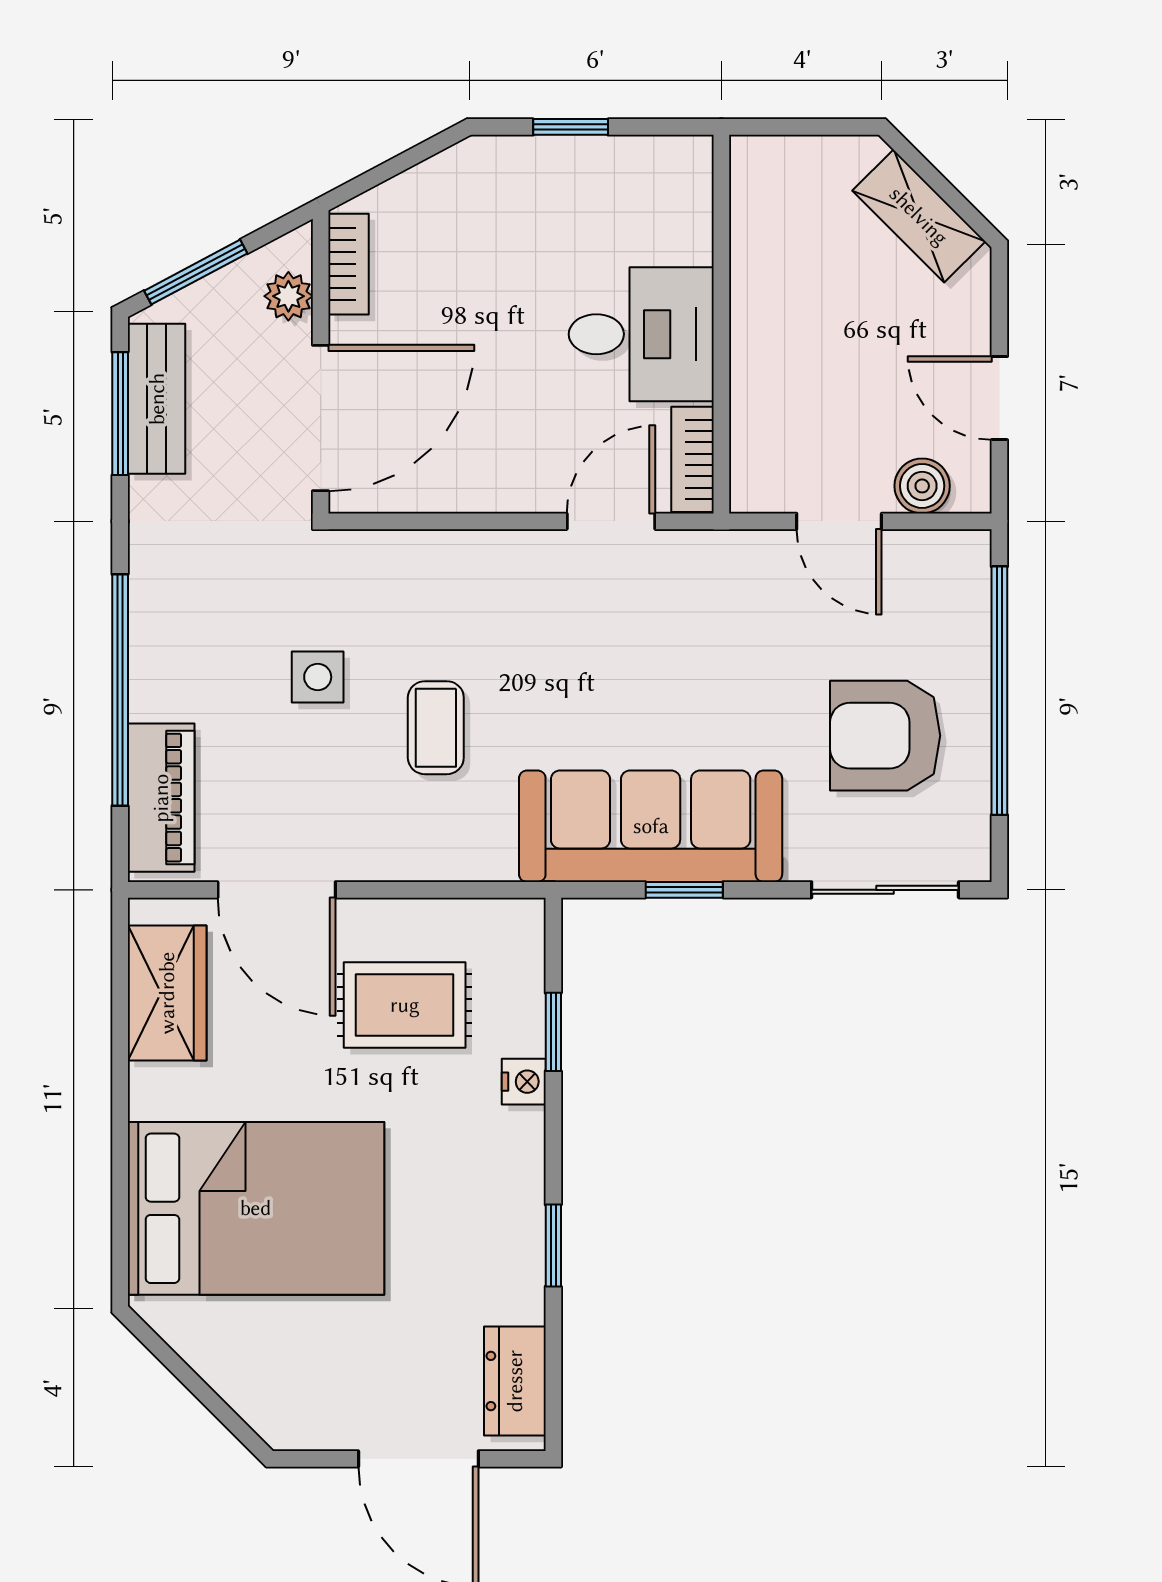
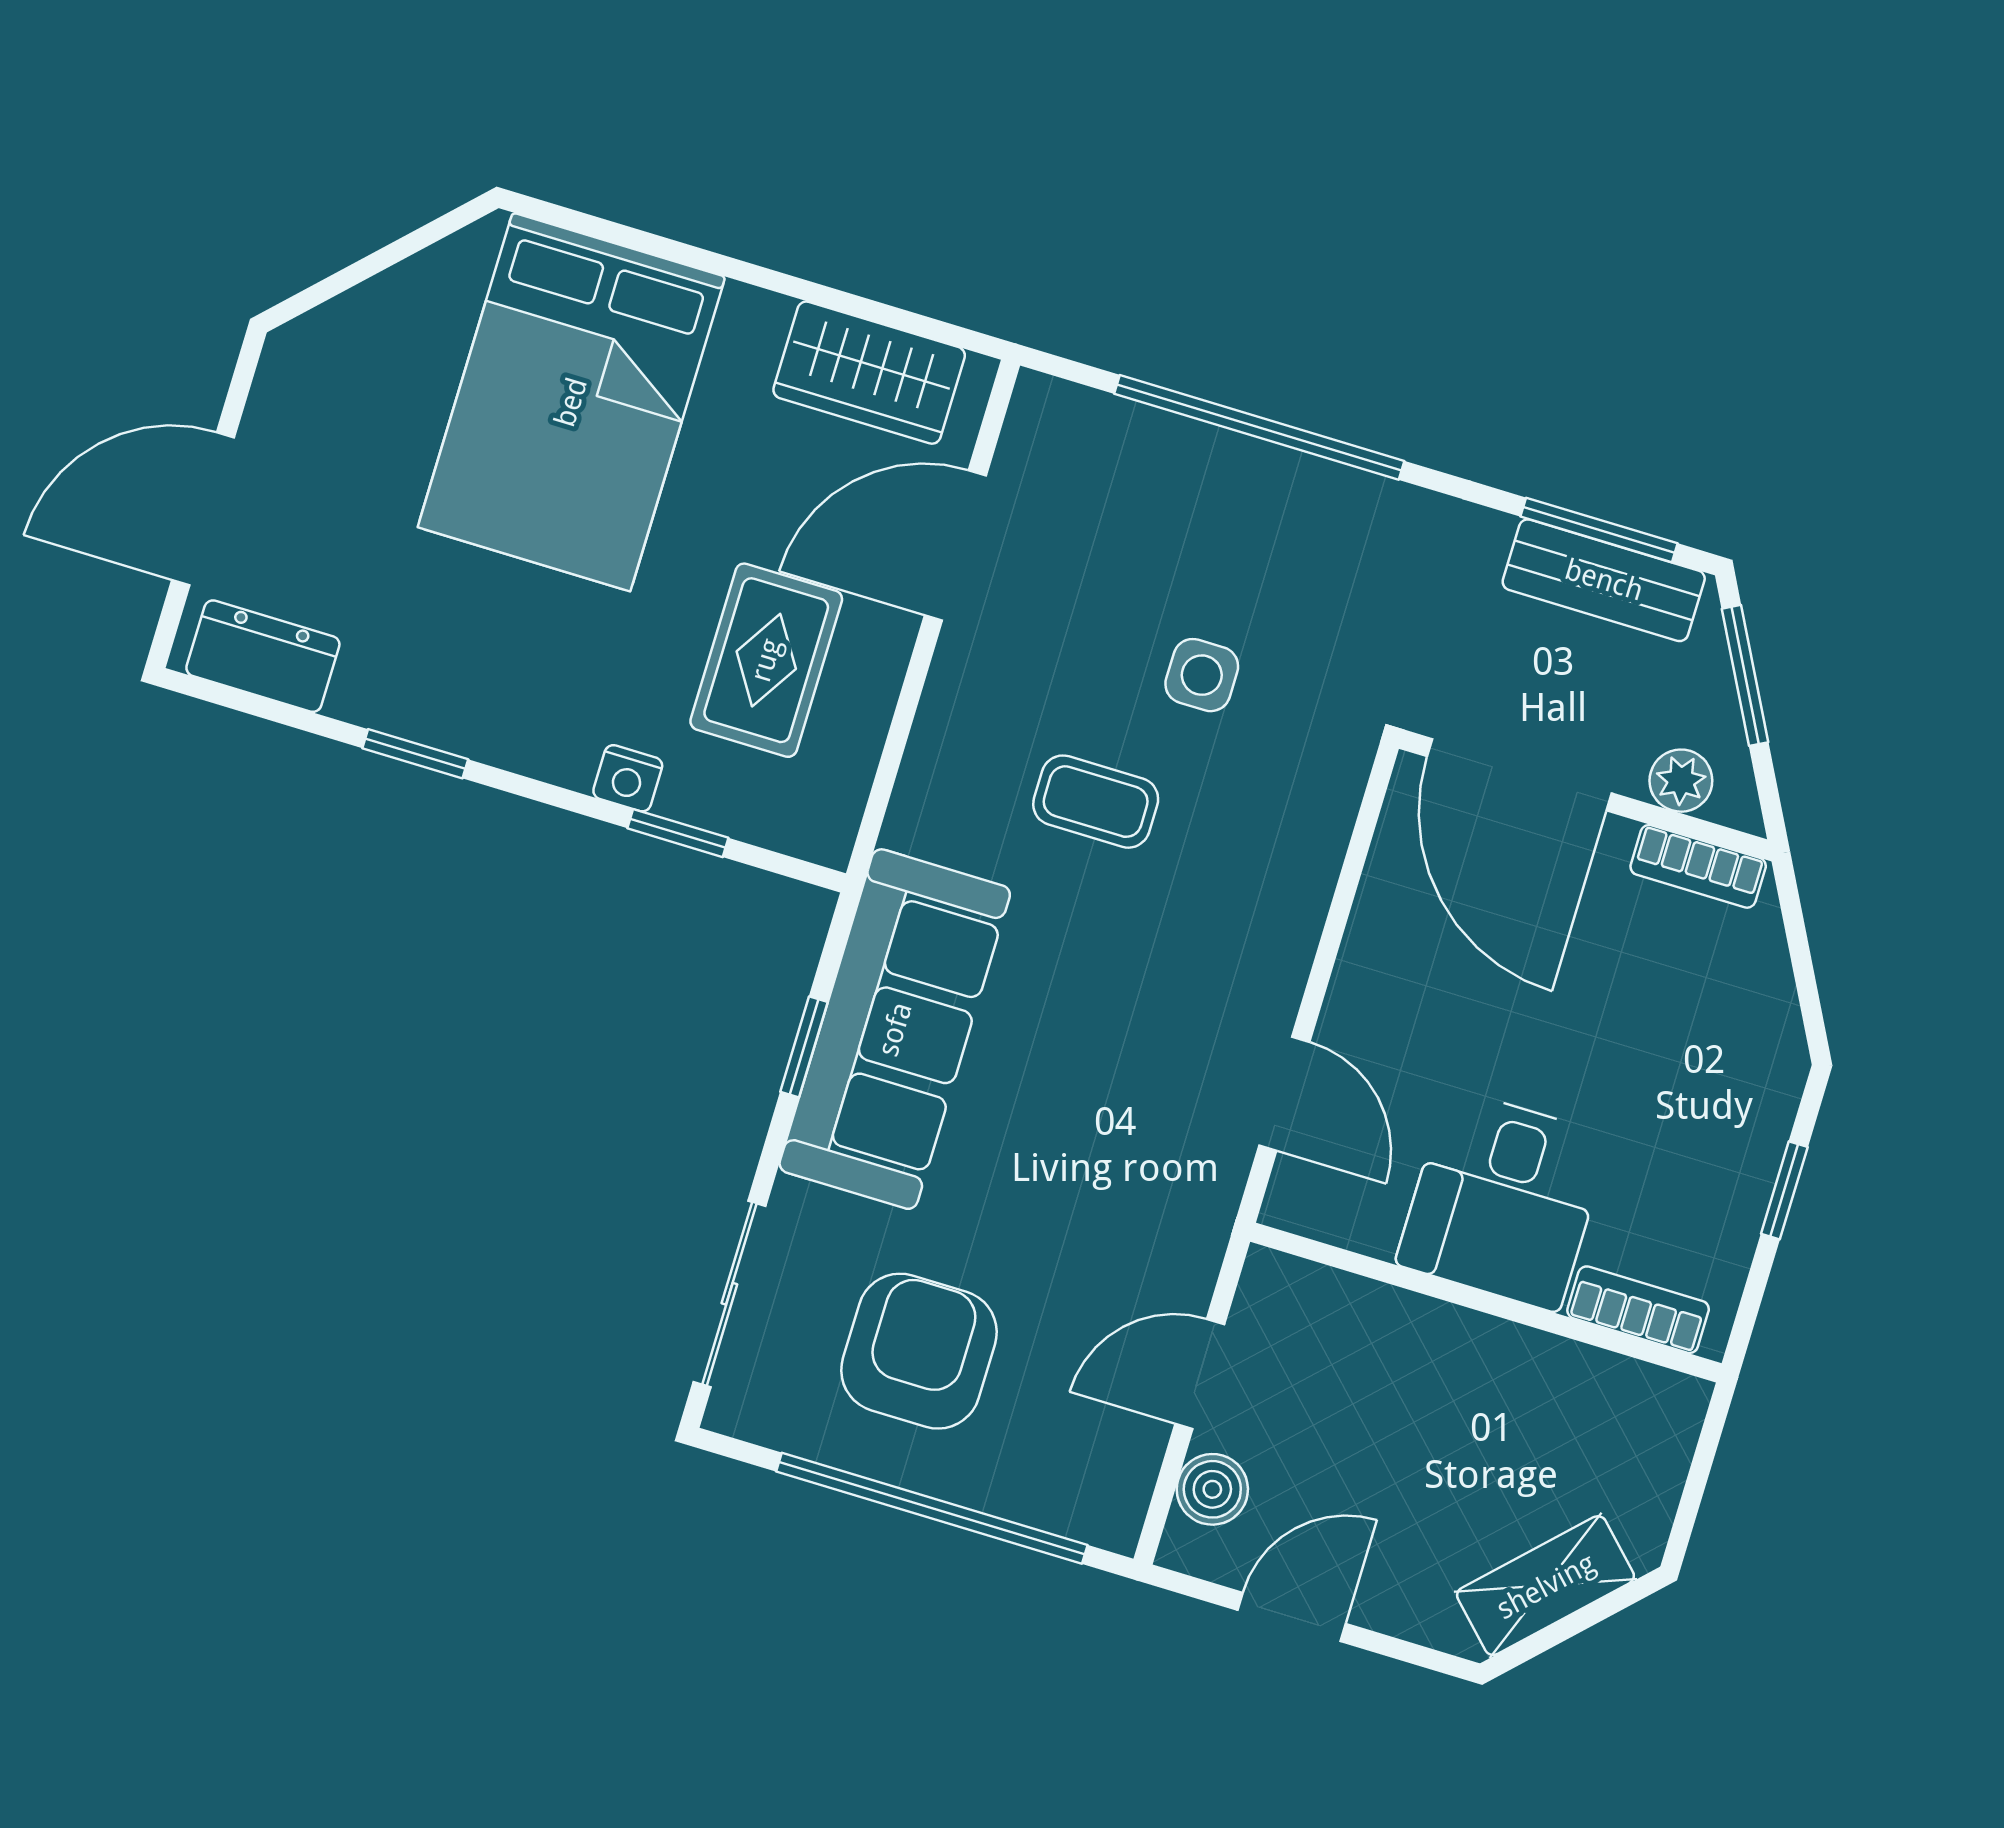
bookcase: (692, 459) -> (1638, 1310), moved
piano: (161, 798) -> (1112, 438), removed

